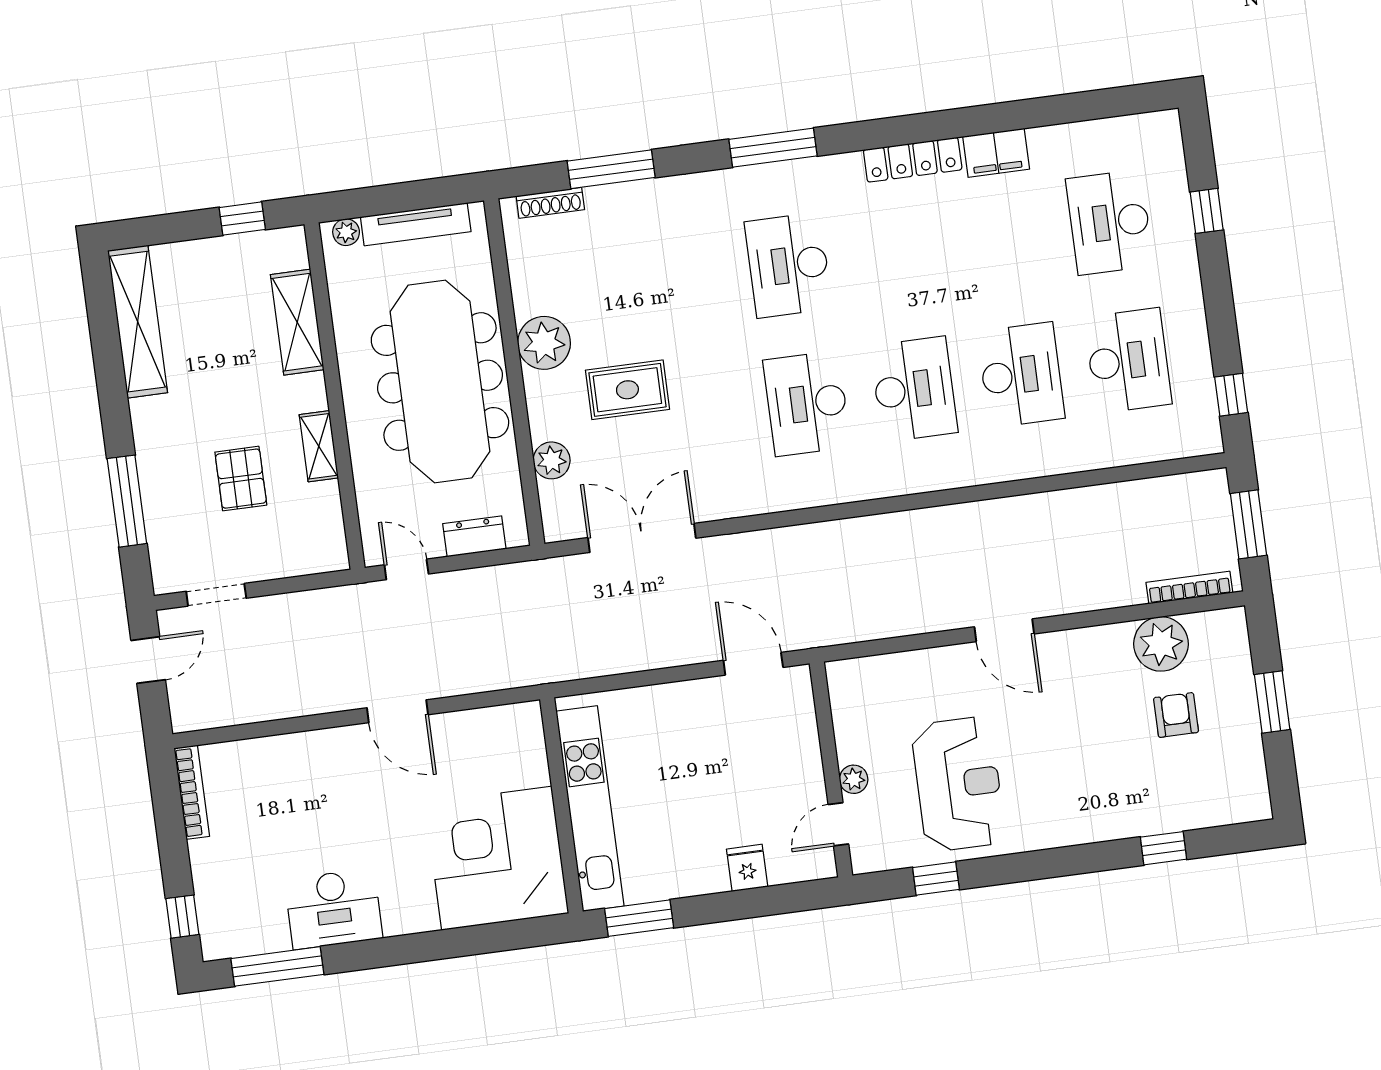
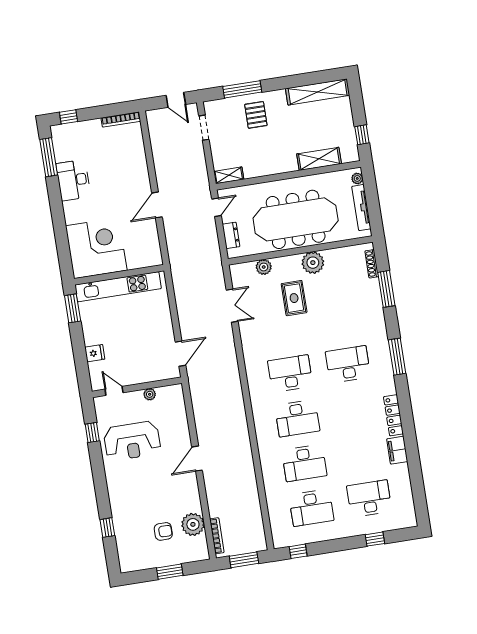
shelving: (319, 446) -> (229, 175), moved
pallet: (241, 479) -> (256, 115), moved, turned 90
double door: (642, 538) -> (232, 306), width x0.73
plant: (854, 779) -> (150, 394), moved

